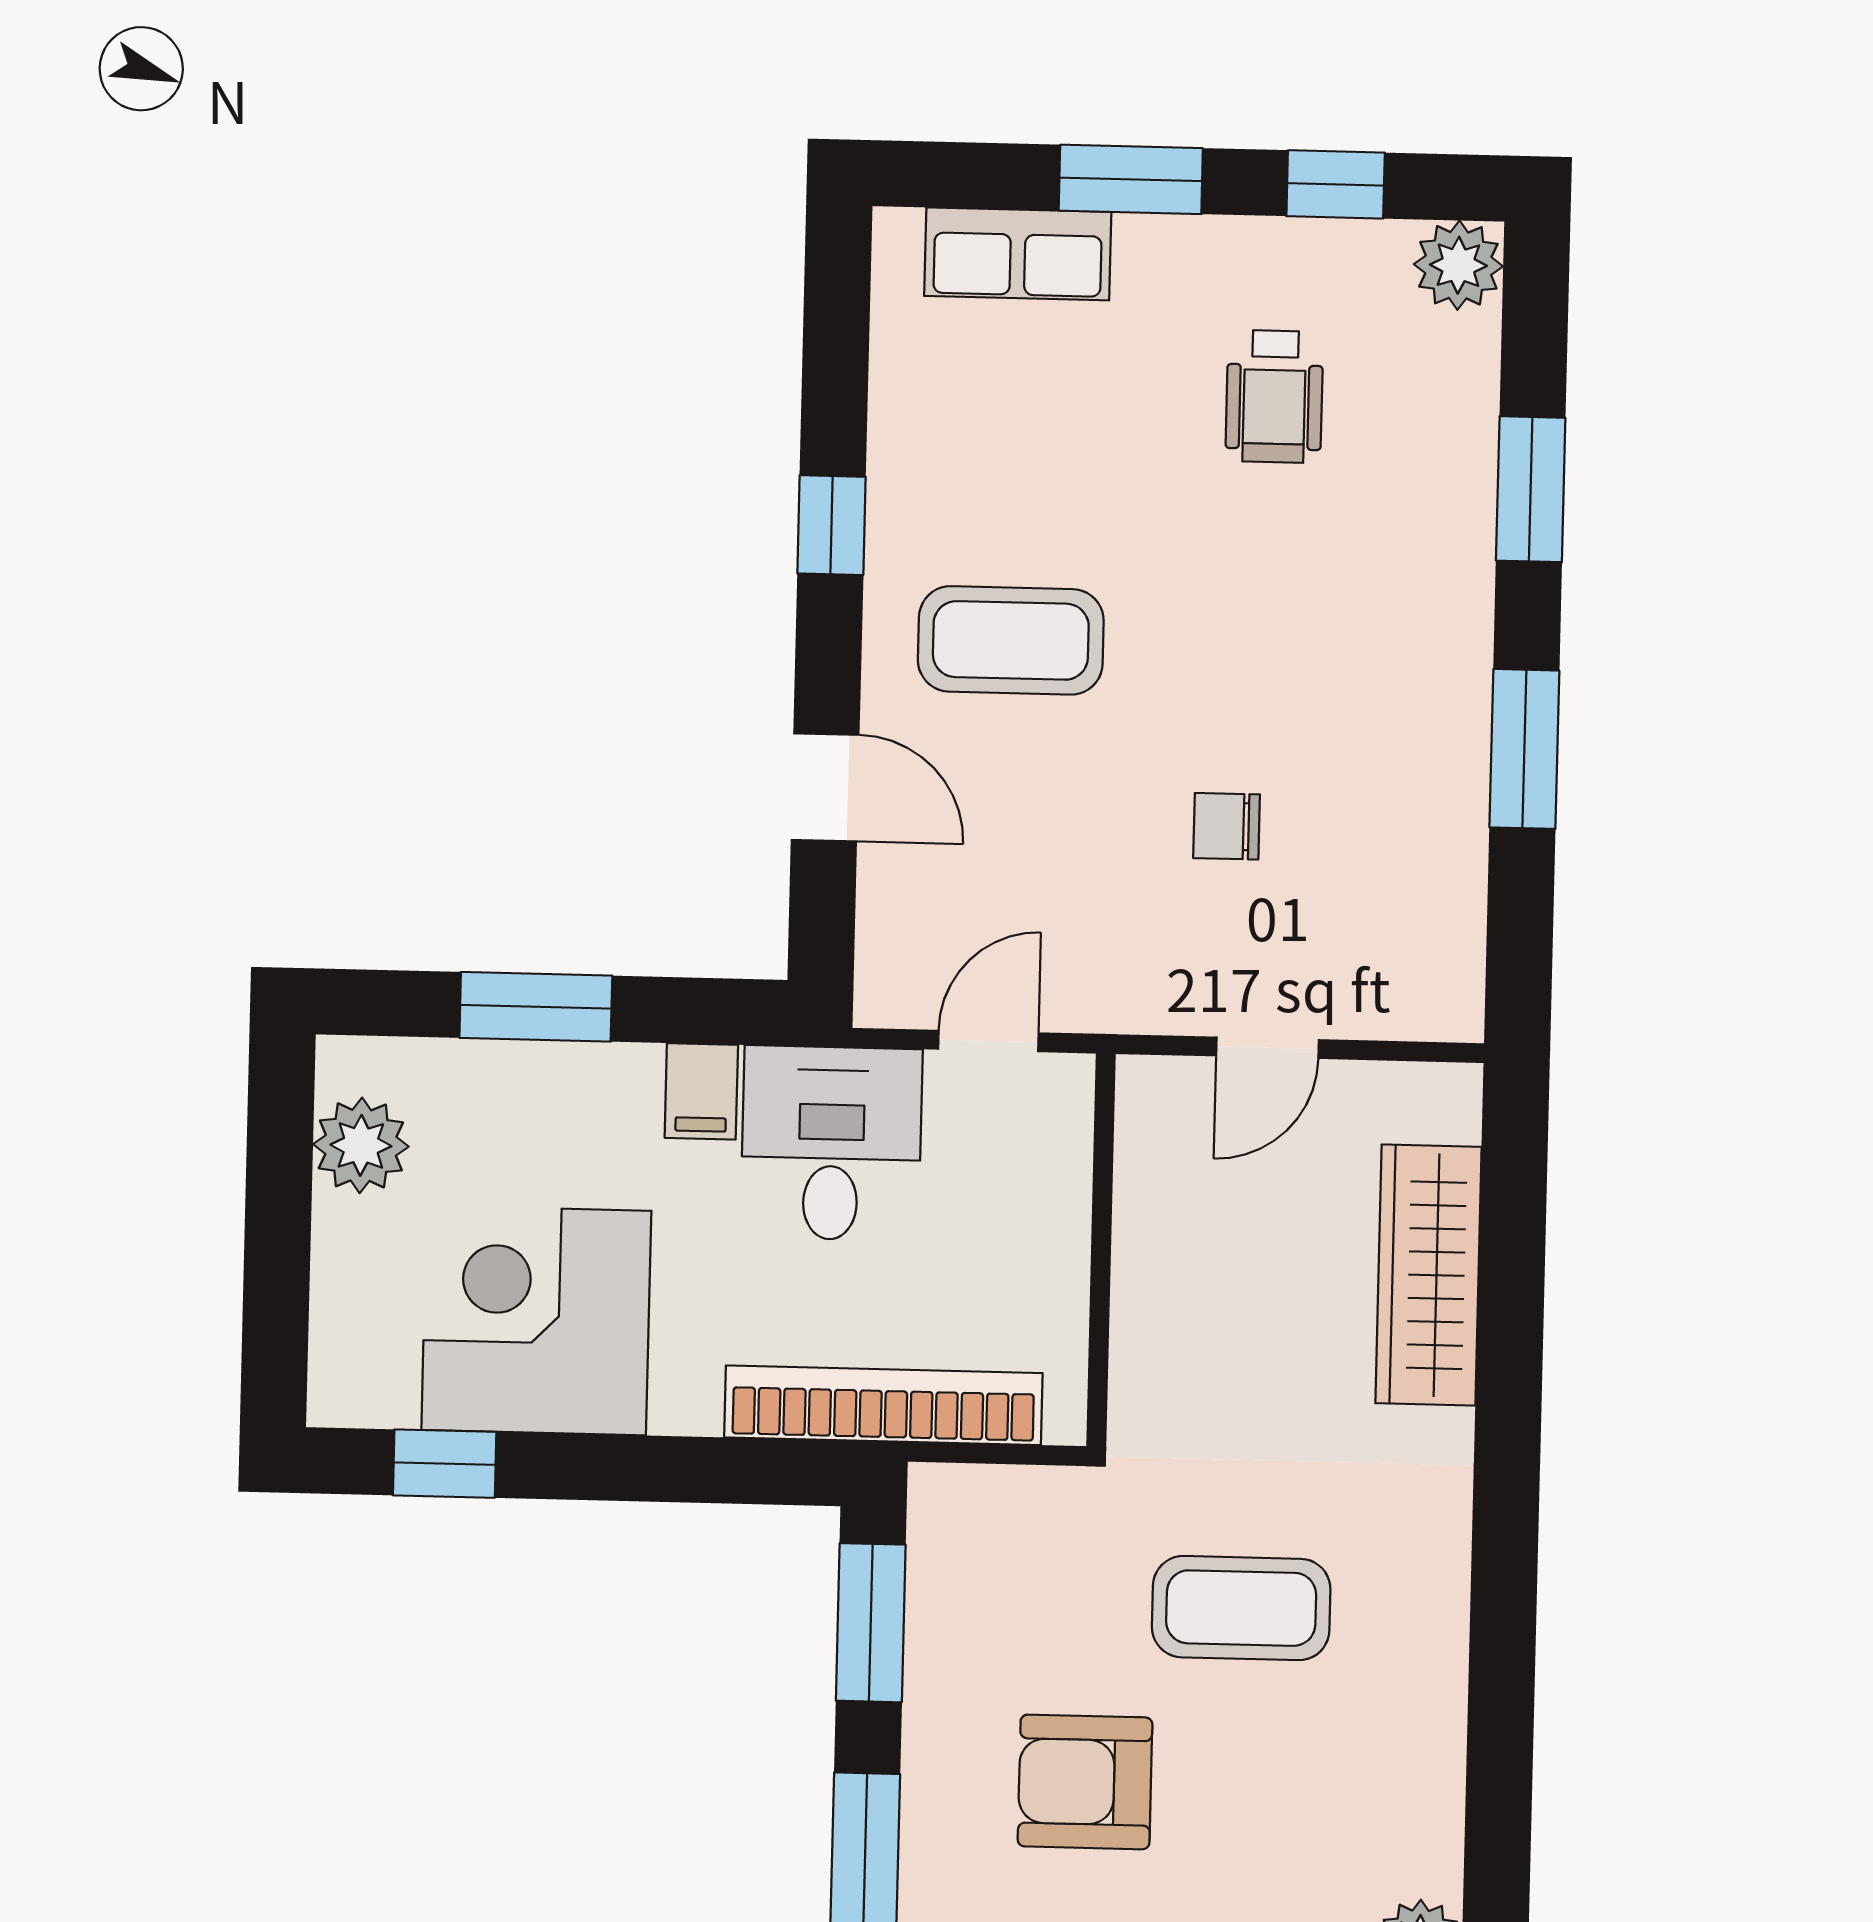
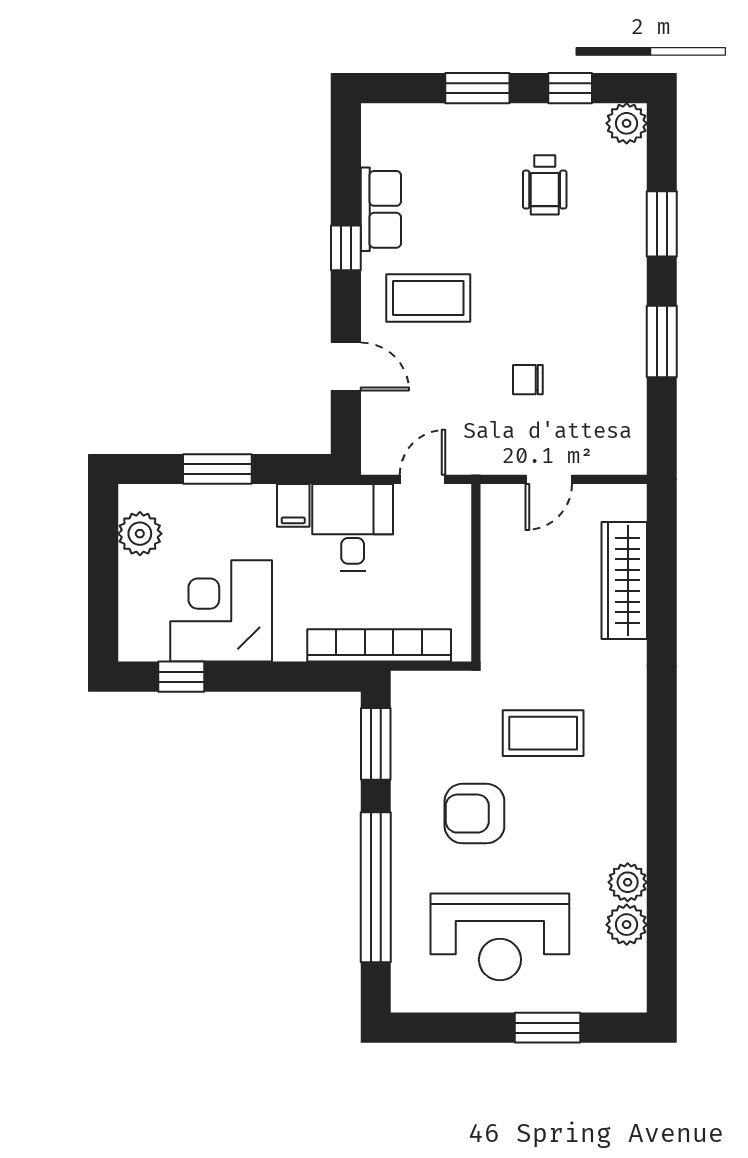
row of seats: (1018, 254) -> (381, 209), moved, turned -90

